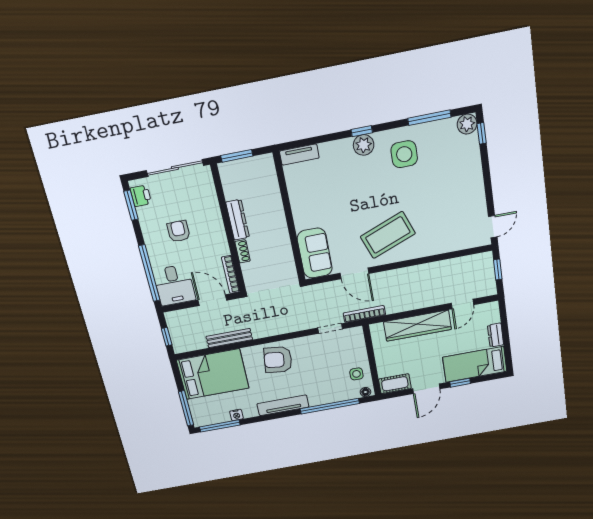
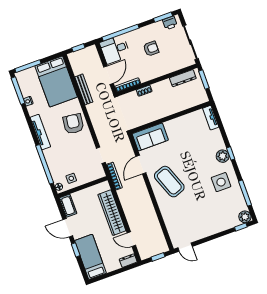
dresser: (238, 220) -> (183, 78), moved
dresser: (495, 335) -> (128, 261), moved

